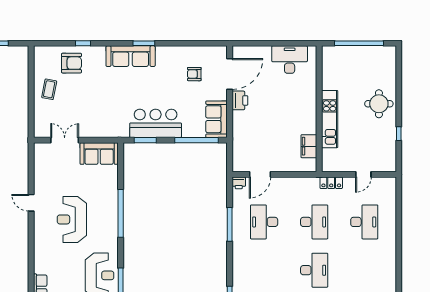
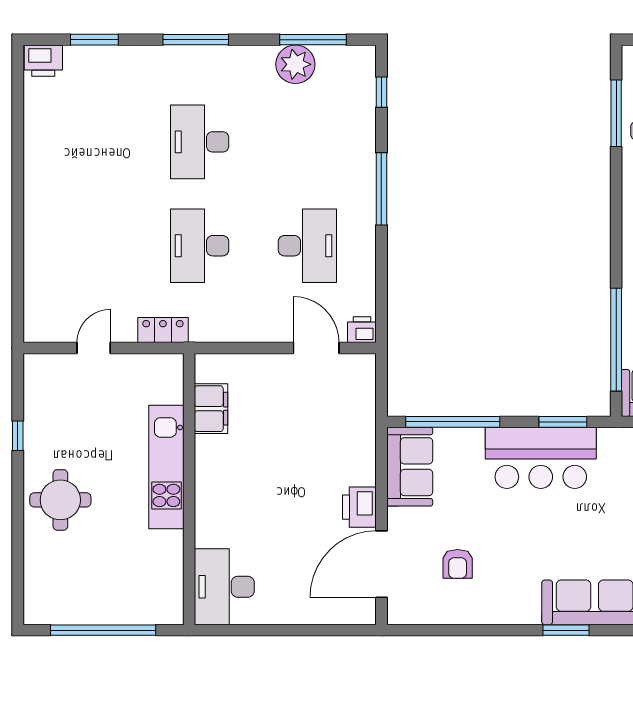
desk: (290, 60) -> (224, 587), moved, turned 90
armchair: (194, 74) -> (458, 564), turned 90
door: (260, 174) -> (316, 348), hinge flipped
window: (121, 213) -> (616, 340), moved
desk: (364, 222) -> (92, 246), removed
window: (230, 224) -> (381, 189), moved

